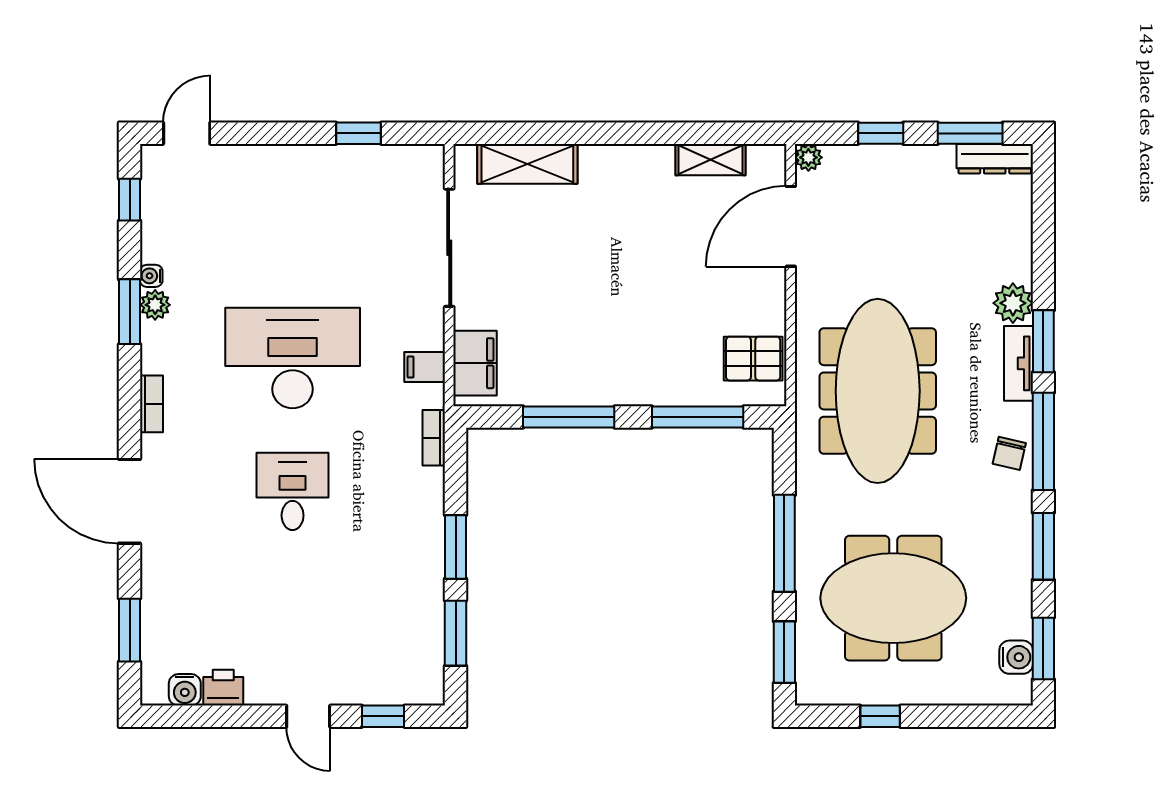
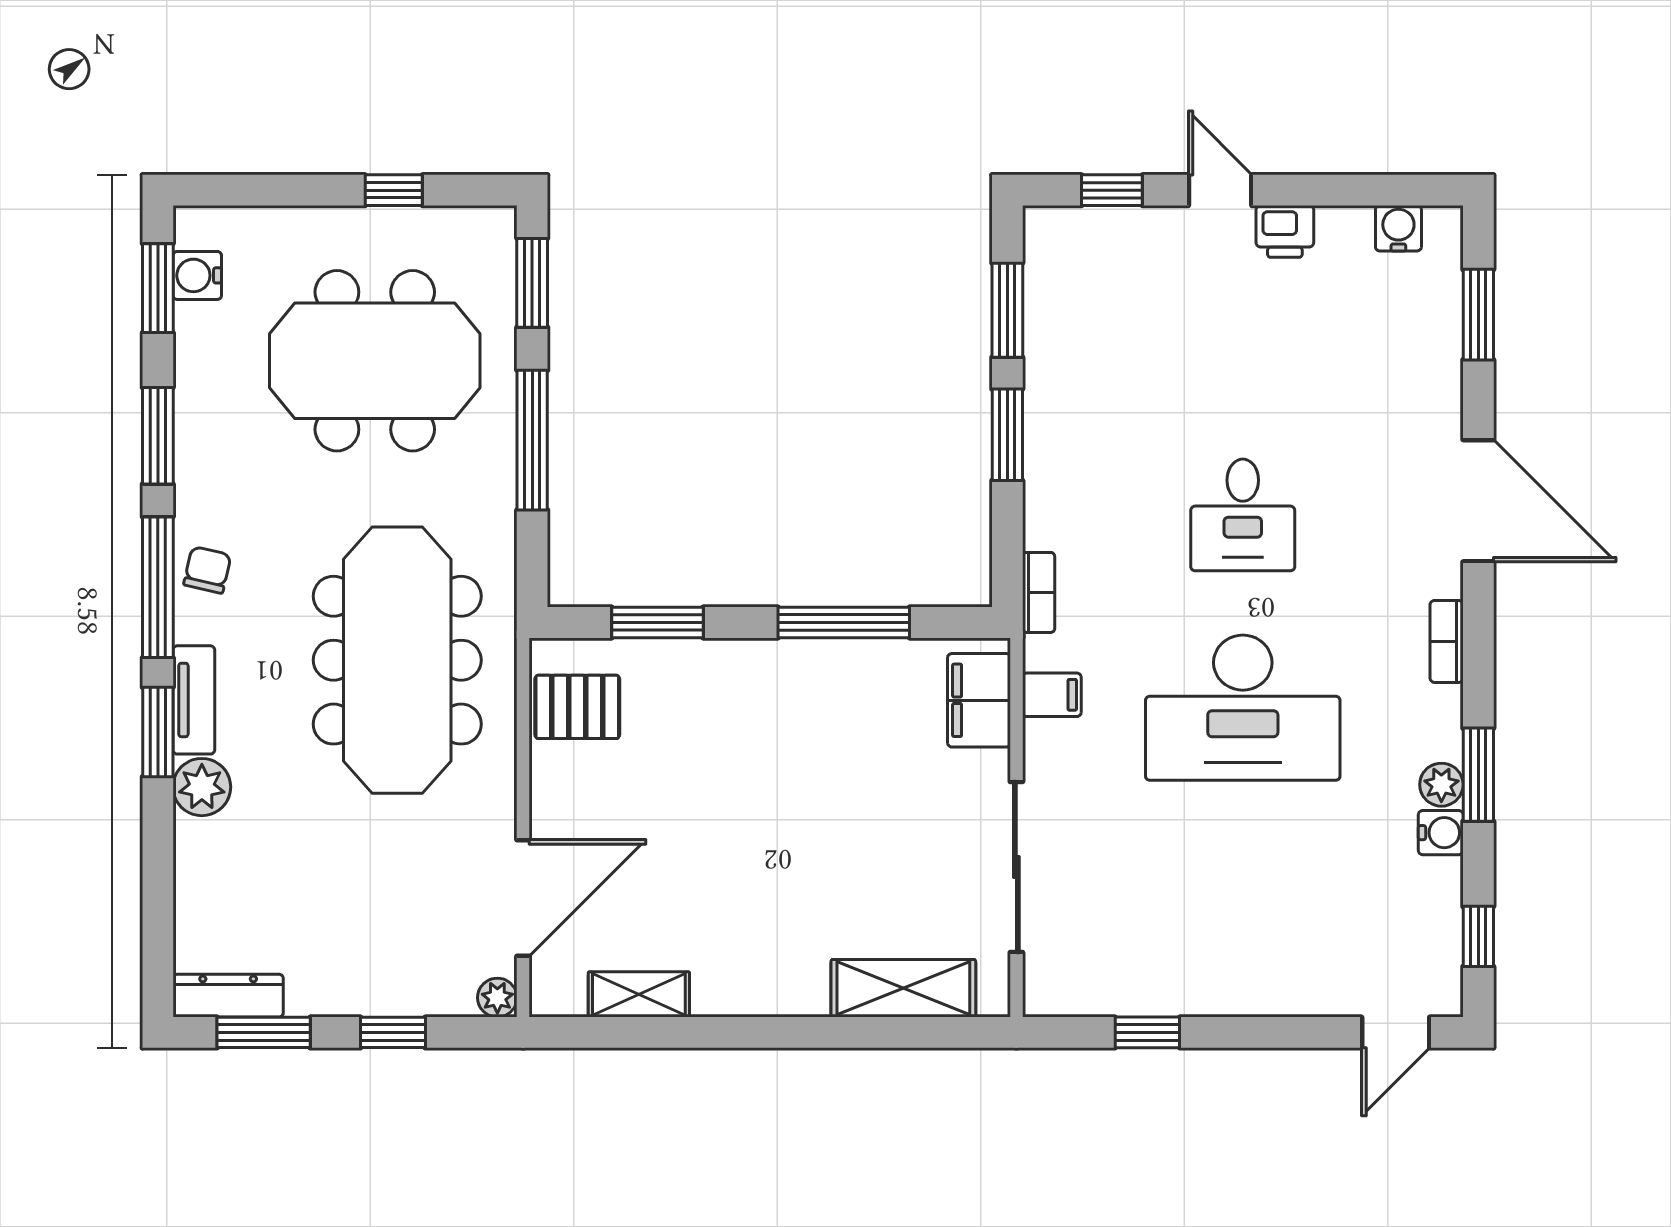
water cooler: (151, 276) -> (1441, 833), width x1.38, depth x1.38
window: (698, 417) -> (657, 623), width x0.69
printer: (223, 688) -> (1285, 231), moved

